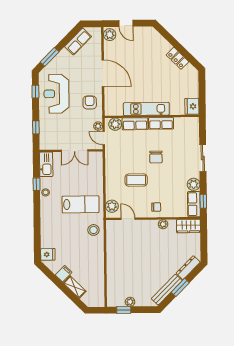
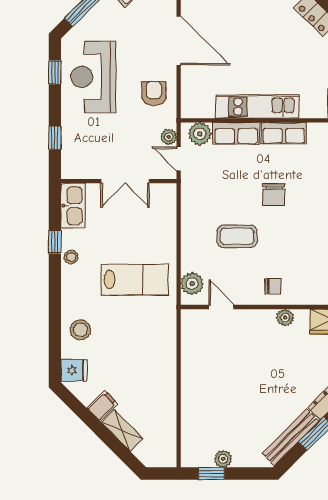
stool: (93, 230) -> (80, 330), moved

